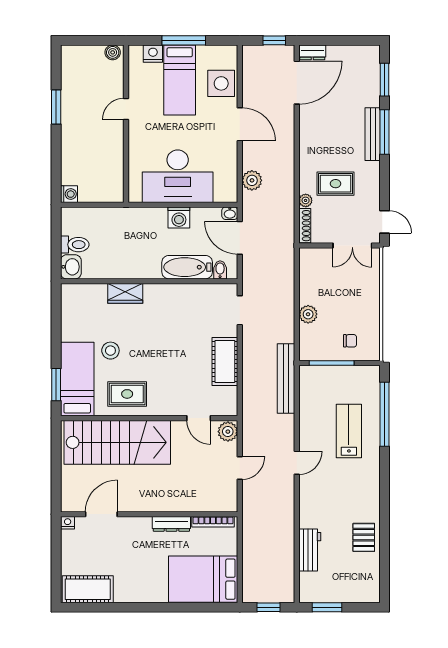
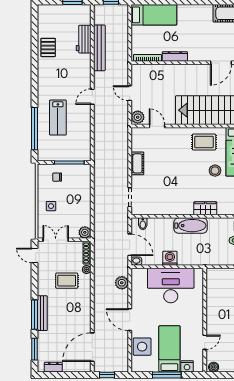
dresser: (312, 52) -> (53, 367), moved
door: (126, 109) -> (205, 342), moved
bathtub: (187, 267) -> (191, 226), moved
side table: (359, 297) -> (51, 206), added
plant: (308, 314) -> (85, 232), moved
cot: (225, 361) -> (137, 163), width x0.73, depth x0.75
bench: (286, 378) -> (99, 48), moved
door: (240, 468) -> (130, 93), hinge flipped
bed: (203, 579) -> (154, 15), width x0.67

